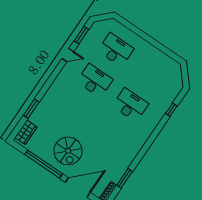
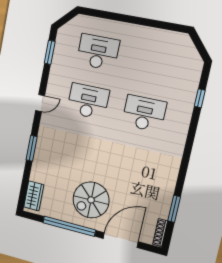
door: (68, 55) -> (40, 103), moved
window: (31, 109) -> (32, 148), moved
spiral stairs: (68, 151) -> (91, 200), turned 90

